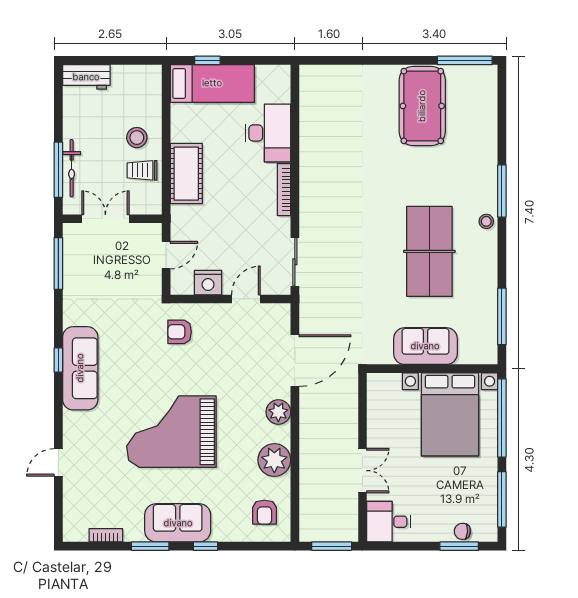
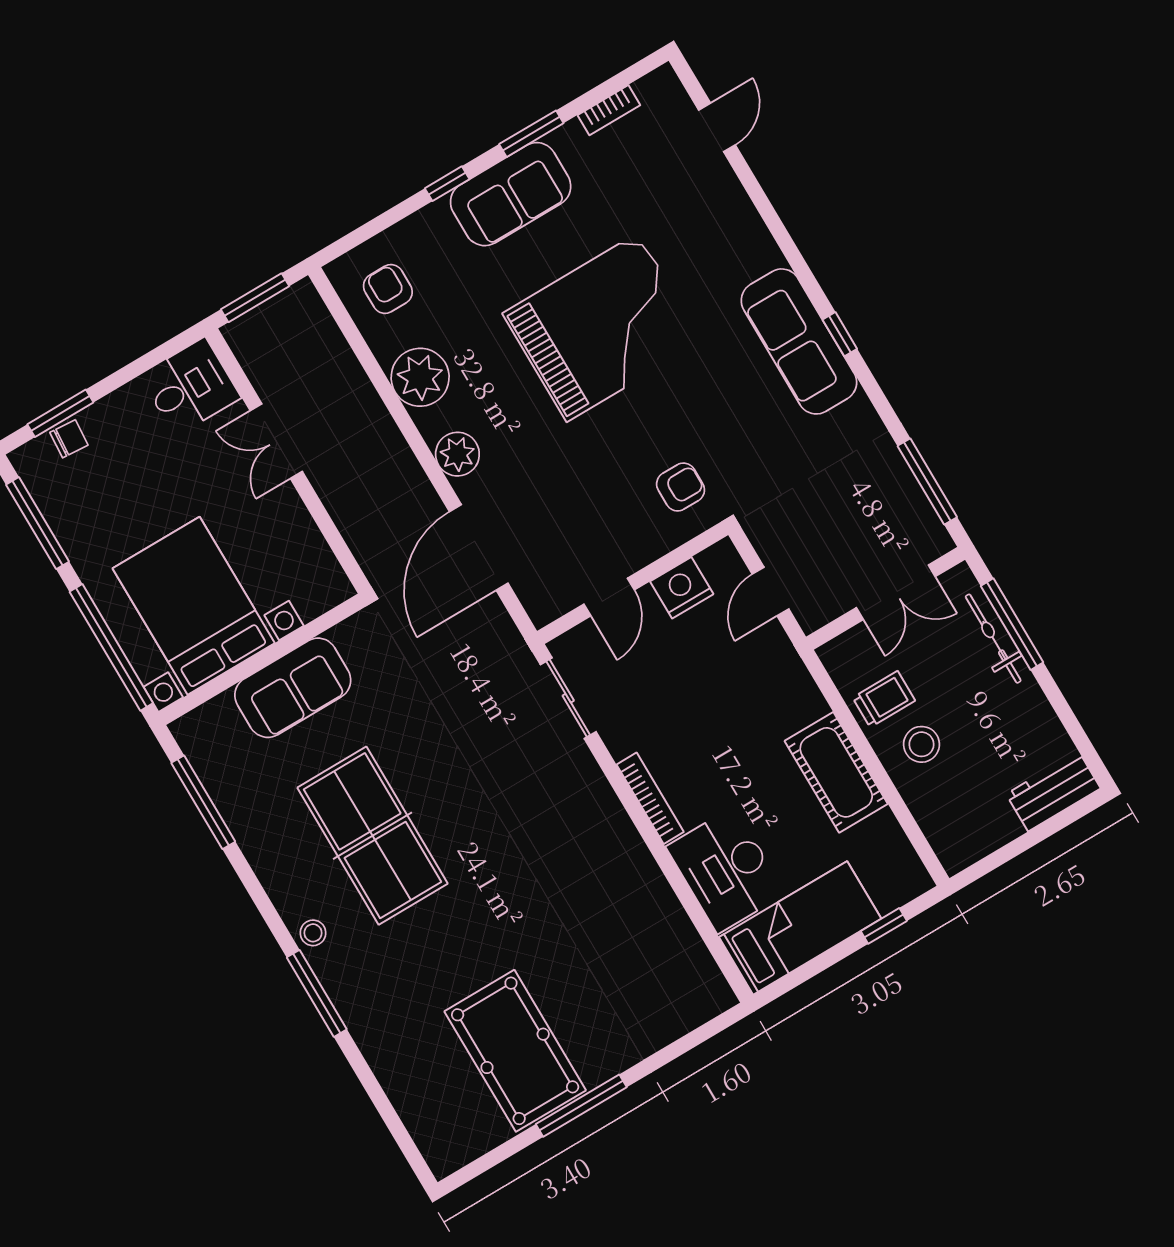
window: (465, 60) -> (581, 1106), moved
bed: (212, 83) -> (800, 928), moved, turned 180
cot: (186, 174) -> (836, 772), moved
door: (58, 462) -> (717, 127), moved

